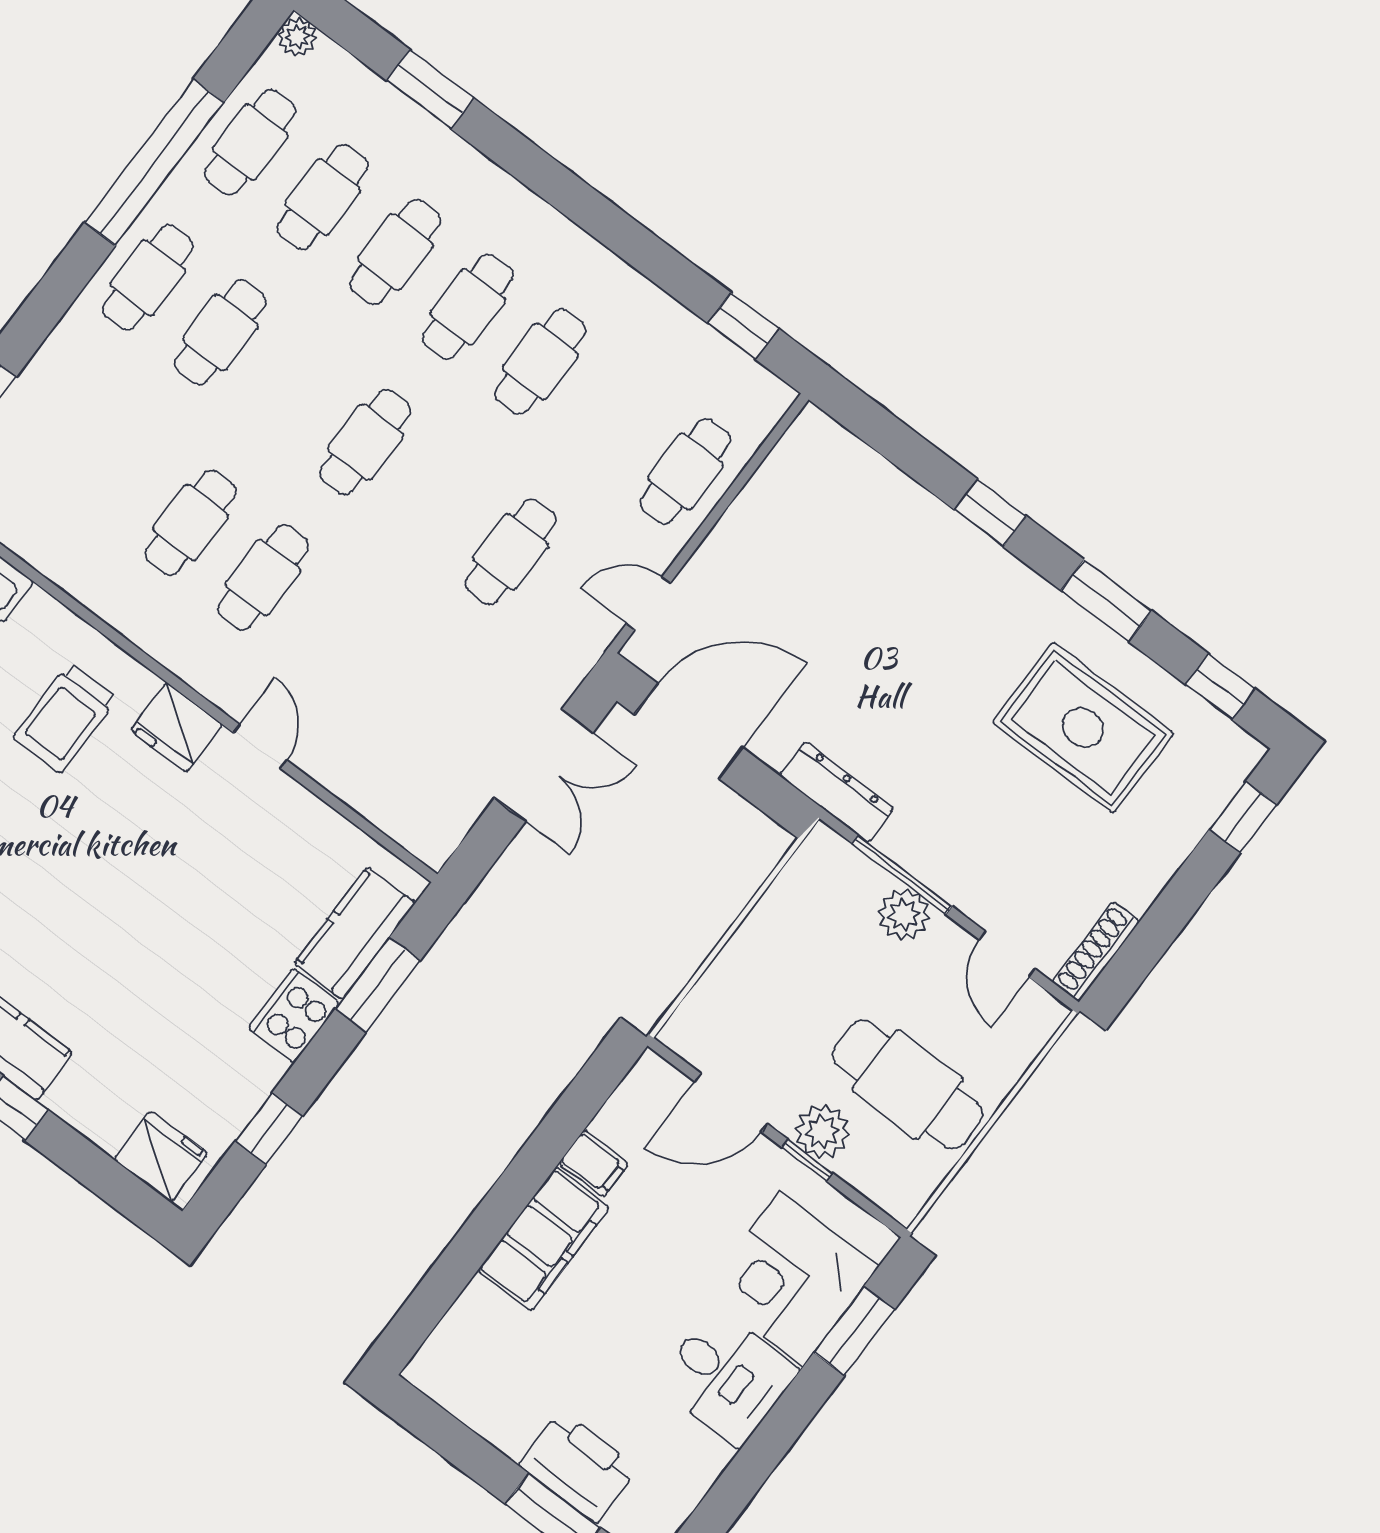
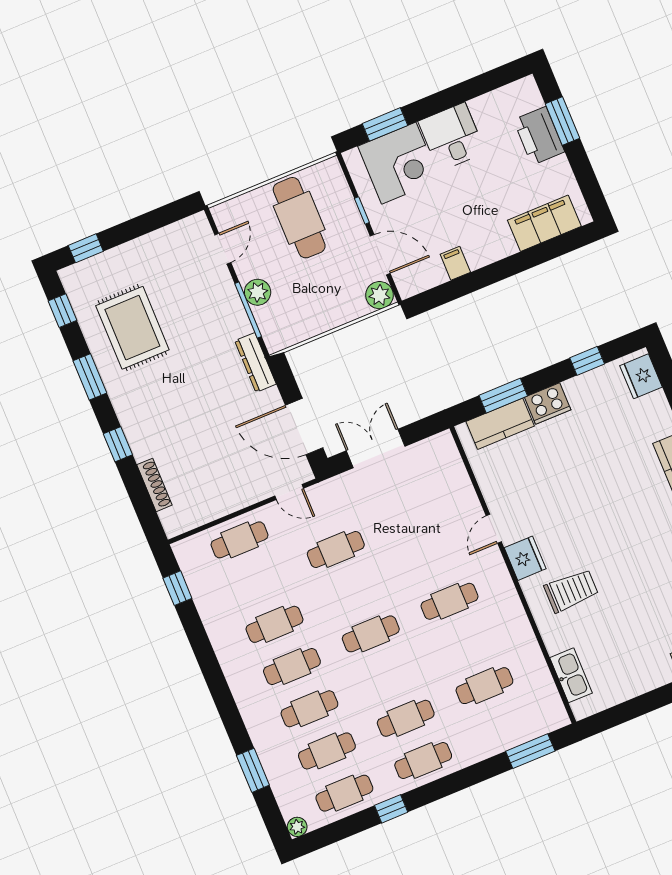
window: (154, 162) -> (391, 809), width x0.32
cafe table: (191, 523) -> (484, 686), moved
shoe rack: (1096, 952) -> (154, 485), moved, turned -90
plant: (822, 1132) -> (380, 295), moved
filing cabinet: (544, 1239) -> (544, 223), moved

